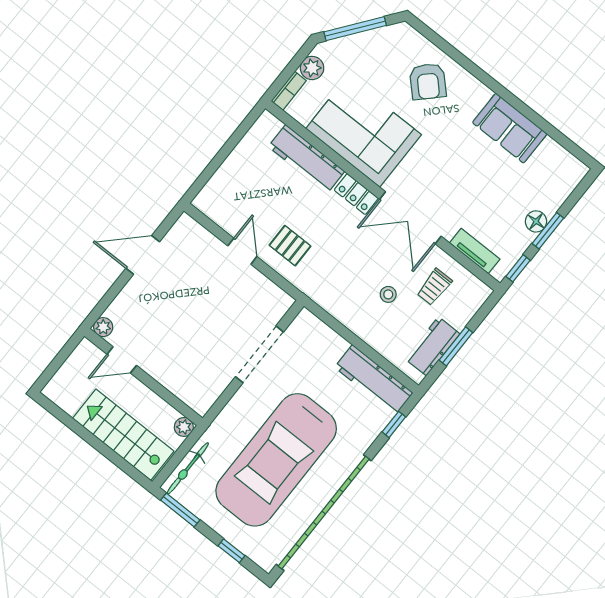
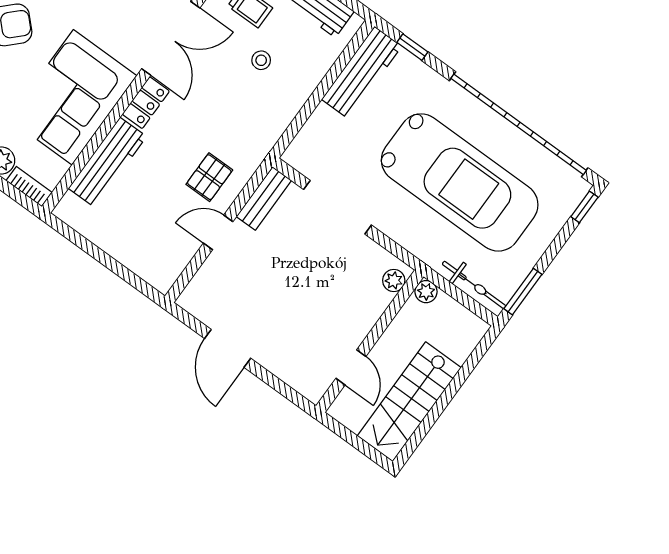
bench: (270, 292) -> (264, 198), added
plant: (103, 327) -> (394, 280), moved
stairs: (123, 435) -> (409, 402), moved
window: (231, 551) -> (584, 207), moved

